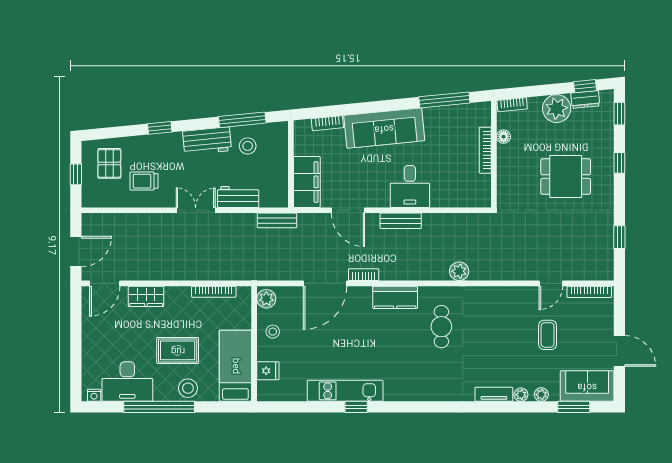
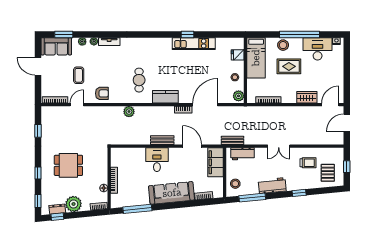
stool: (248, 146) -> (235, 184), moved
workbench: (238, 197) -> (243, 154), moved
armchair: (507, 303) -> (102, 93), added

